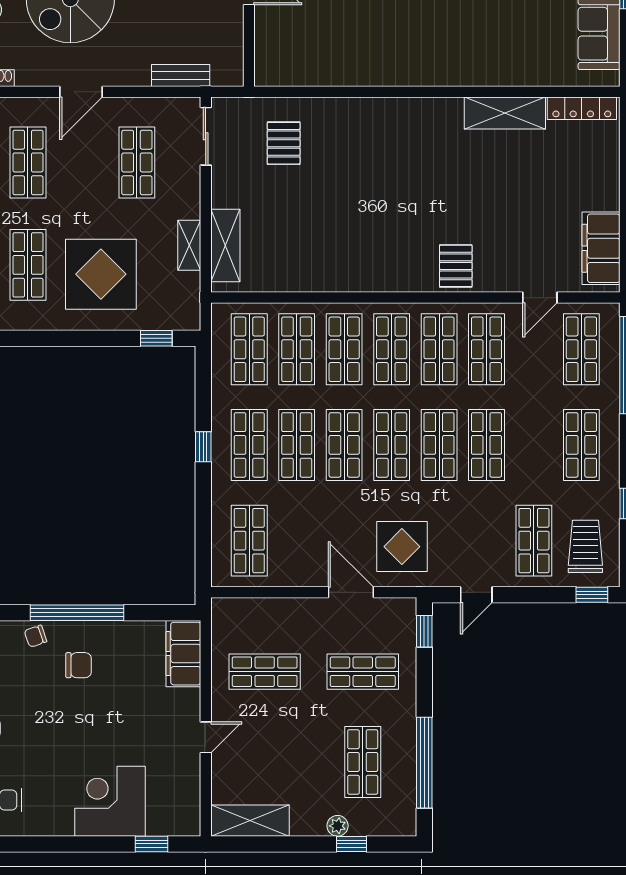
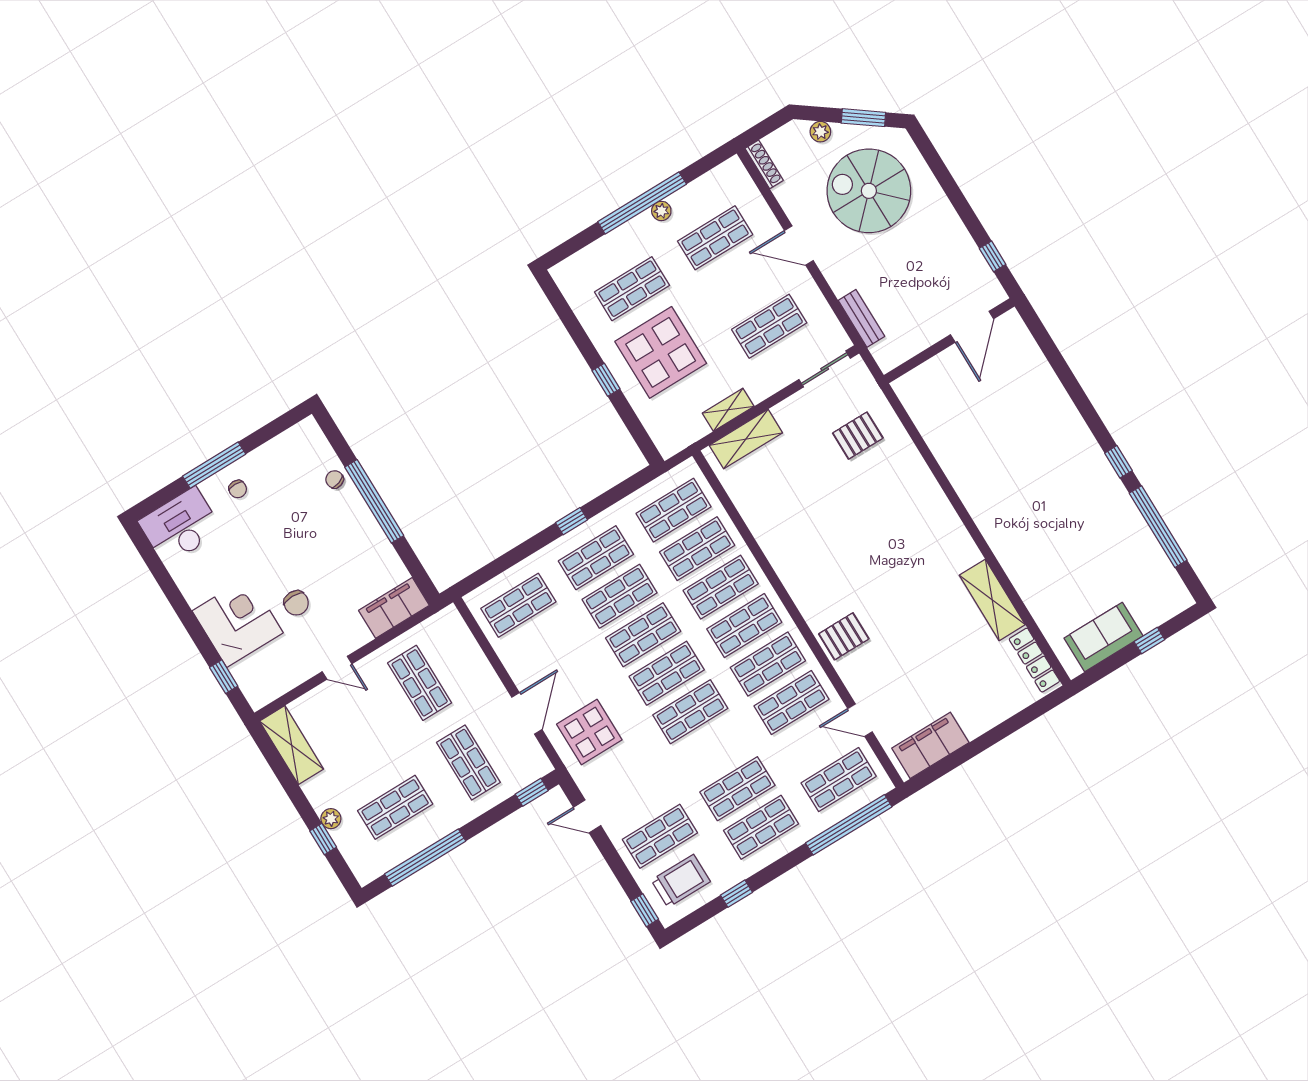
window: (156, 338) -> (606, 380), moved
shop shelf: (487, 445) -> (737, 789), moved
chair: (79, 665) -> (296, 603), moved

